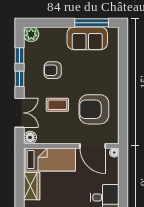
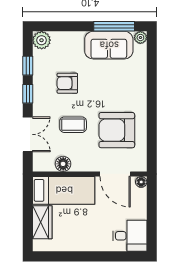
plant: (114, 32) -> (140, 38), added
floor lamp: (30, 137) -> (63, 164), moved

